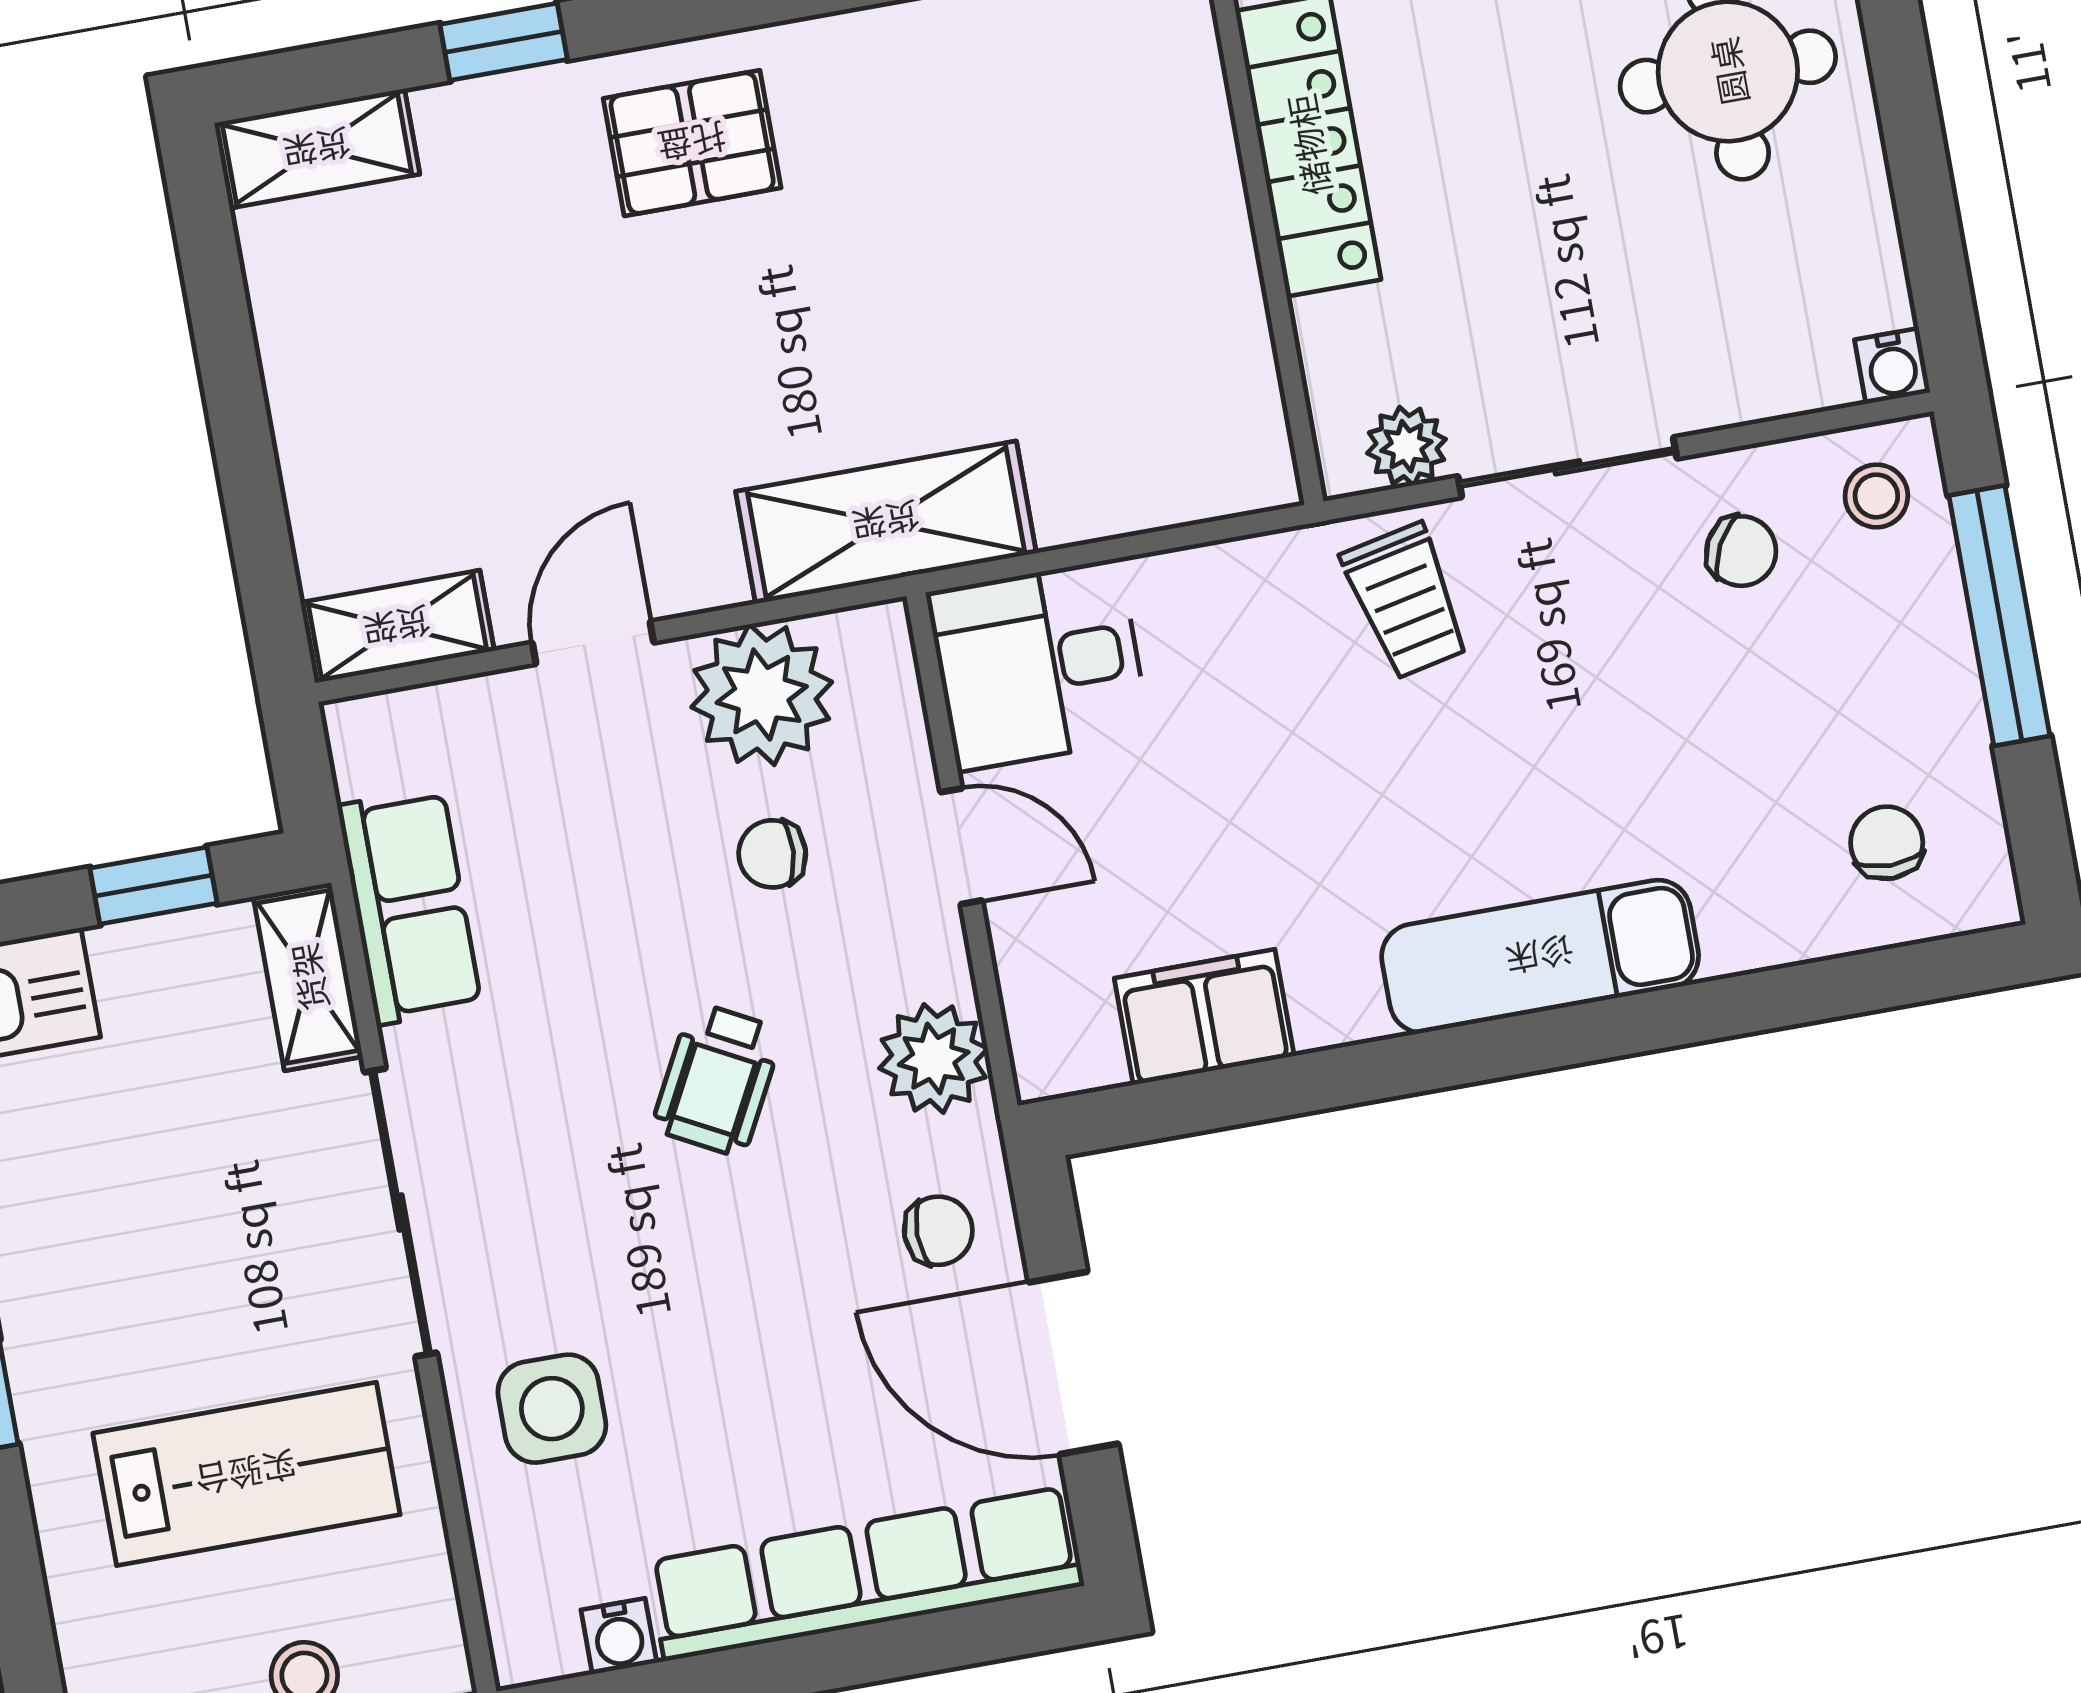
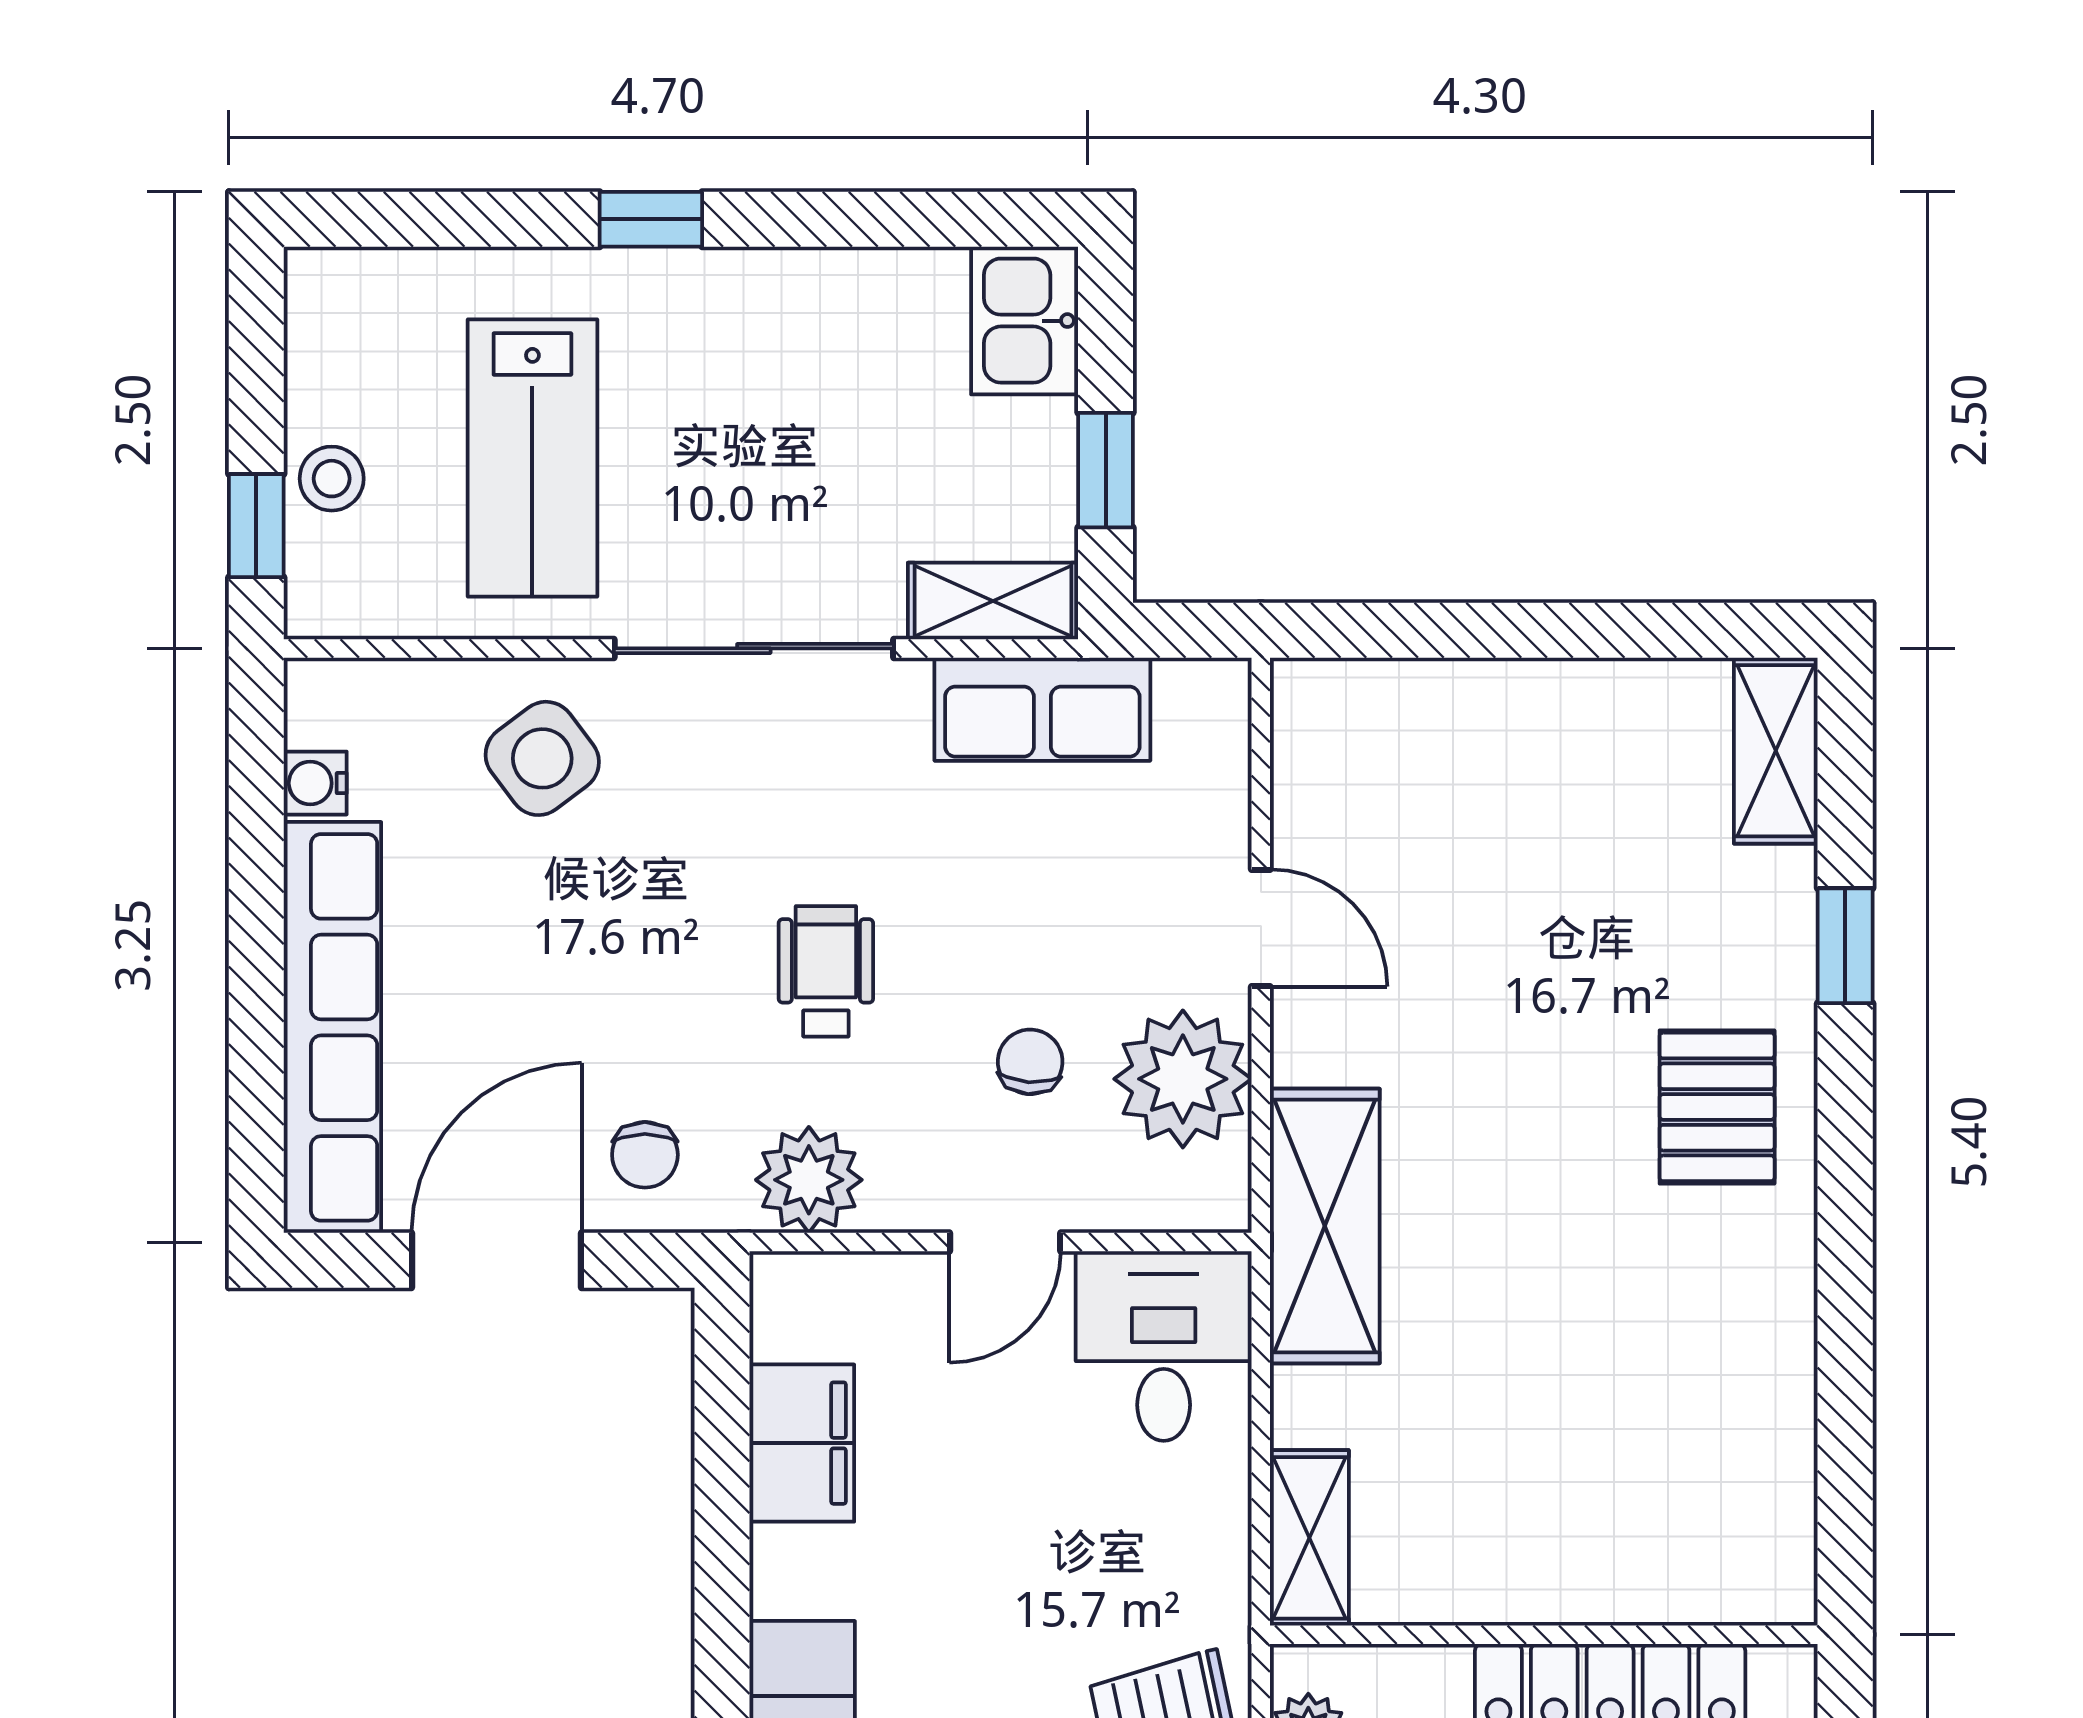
shelving: (397, 627) -> (1309, 1538), moved
wheelchair: (717, 1079) -> (826, 971), turned 62
side table: (552, 1409) -> (542, 758), turned -37

